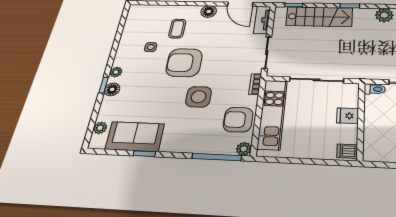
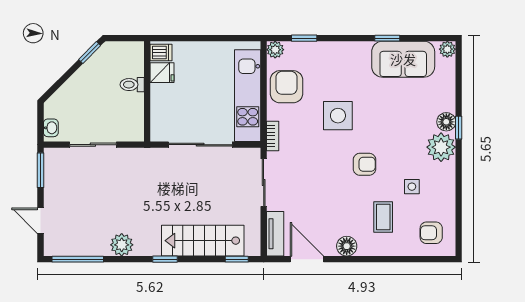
armchair: (144, 18) -> (431, 233), added
armchair: (184, 63) -> (364, 164), width x0.53, depth x0.53
plant: (116, 72) -> (441, 147), width x1.88, depth x1.88
toilet: (375, 89) -> (132, 85), moved
fridge: (348, 116) -> (162, 73), moved
armchair: (238, 120) -> (286, 87), turned -90
plant: (100, 128) -> (447, 49), moved
window: (217, 157) -> (304, 38), width x0.46

